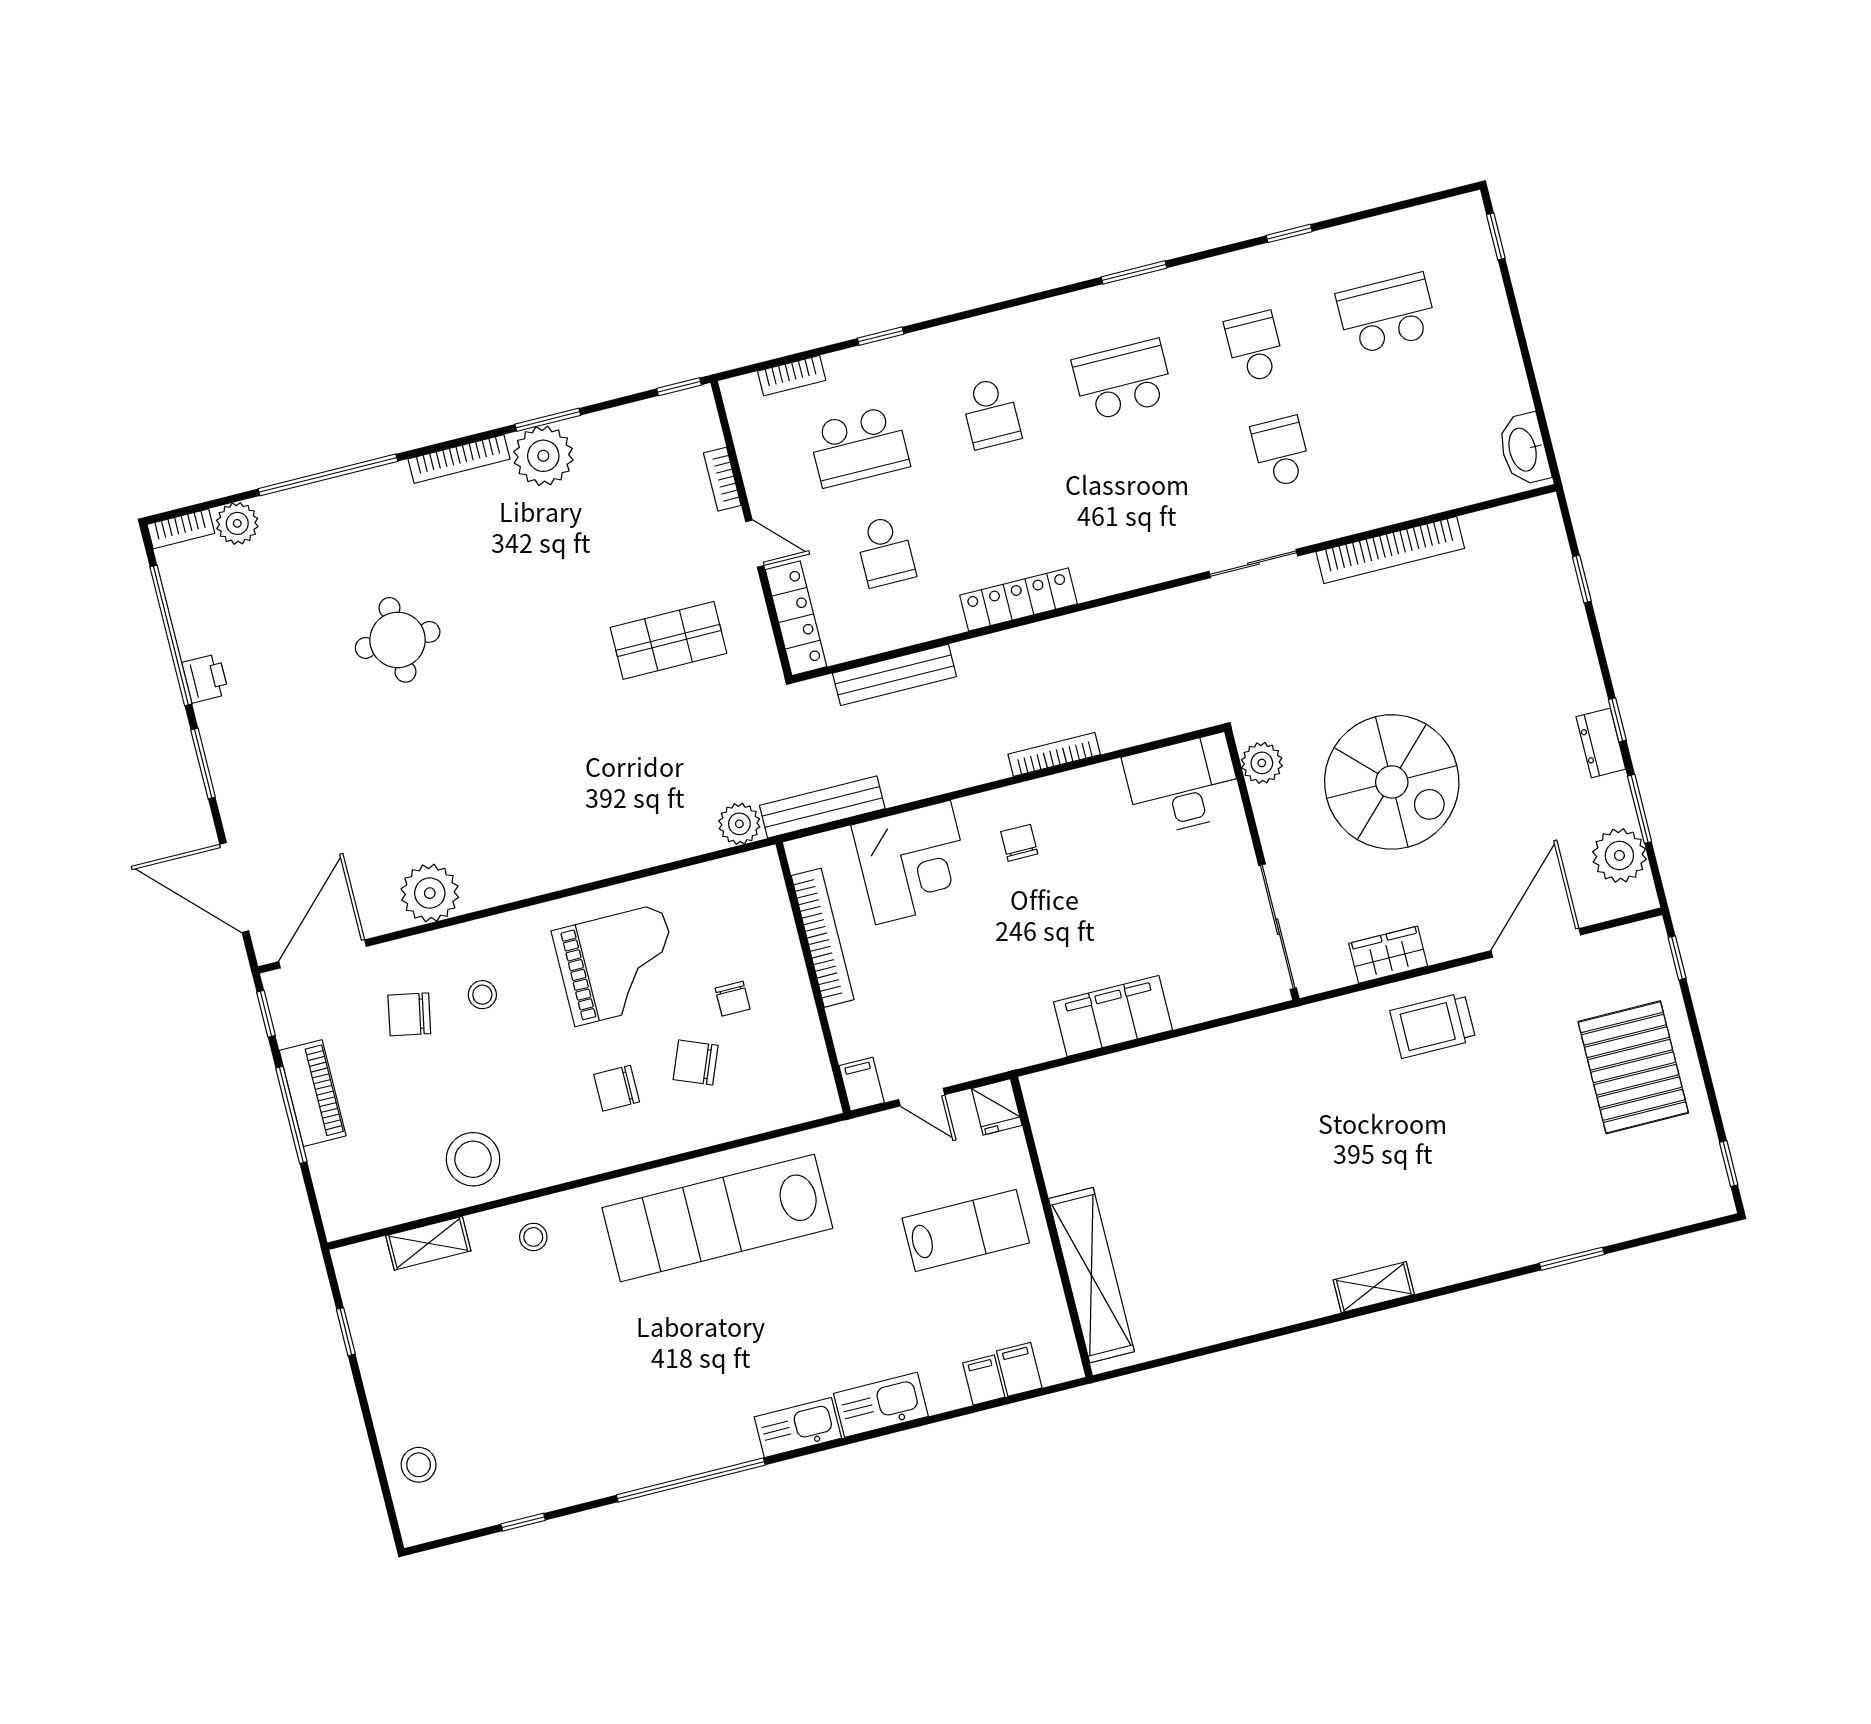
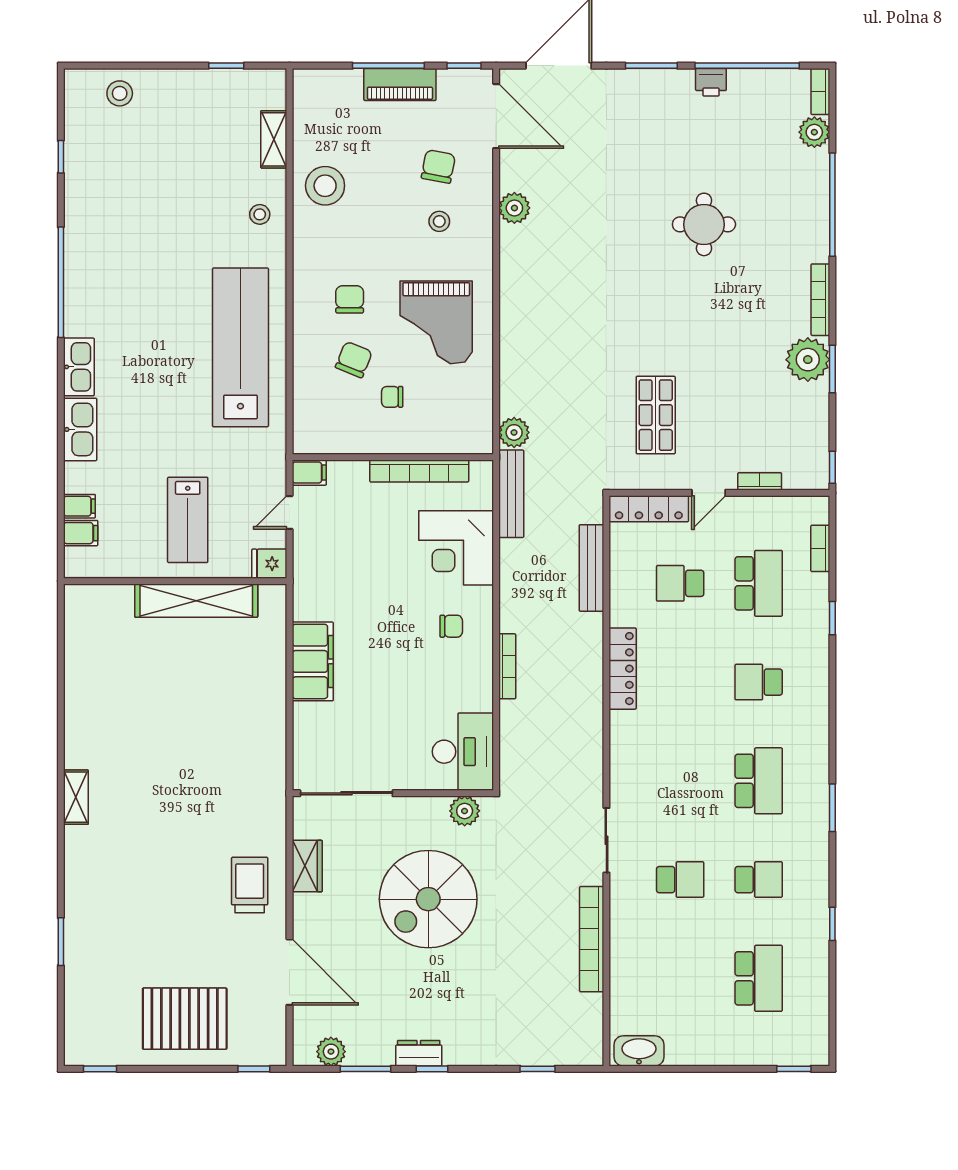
school desk: (859, 446) -> (759, 583), turned 180
plant: (1619, 855) -> (331, 1052), width x0.73, depth x0.73
plant: (430, 893) -> (514, 208), width x0.73, depth x0.73
shelving: (1091, 1275) -> (196, 601), moved

